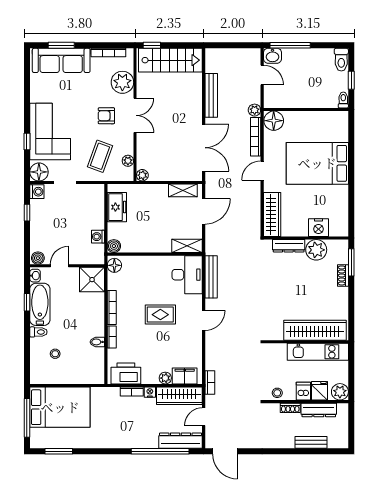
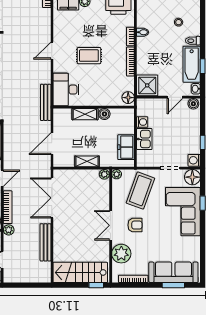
coffee table: (100, 156) -> (140, 191), width x1.36, depth x1.32
plant: (128, 161) -> (117, 174), moved
shelving: (183, 190) -> (87, 161), moved
kitchen sink: (95, 217) -> (144, 139), added
boiler: (114, 246) -> (104, 114), moved
shelving: (187, 246) -> (85, 114), moved
bench: (211, 277) -> (46, 102), moved

